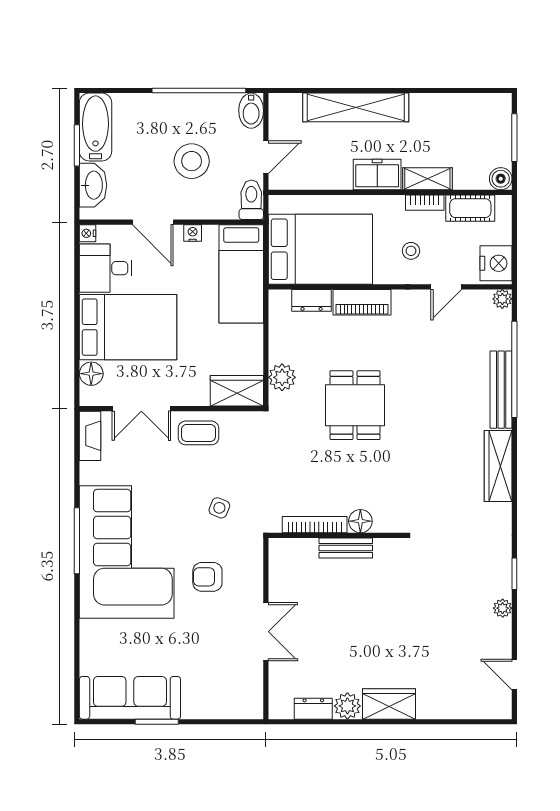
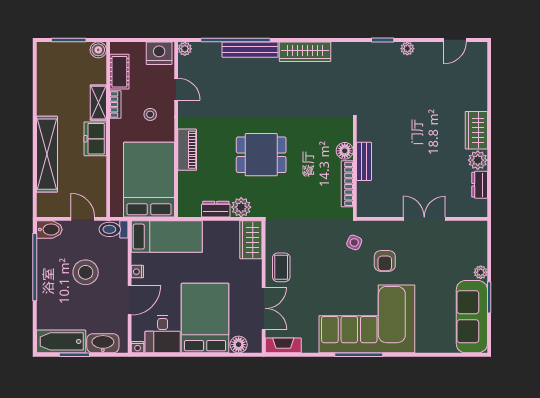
dresser: (312, 300) -> (216, 209), moved, turned -90
side table: (219, 508) -> (354, 242), moved
plant: (192, 710) -> (481, 272), added

